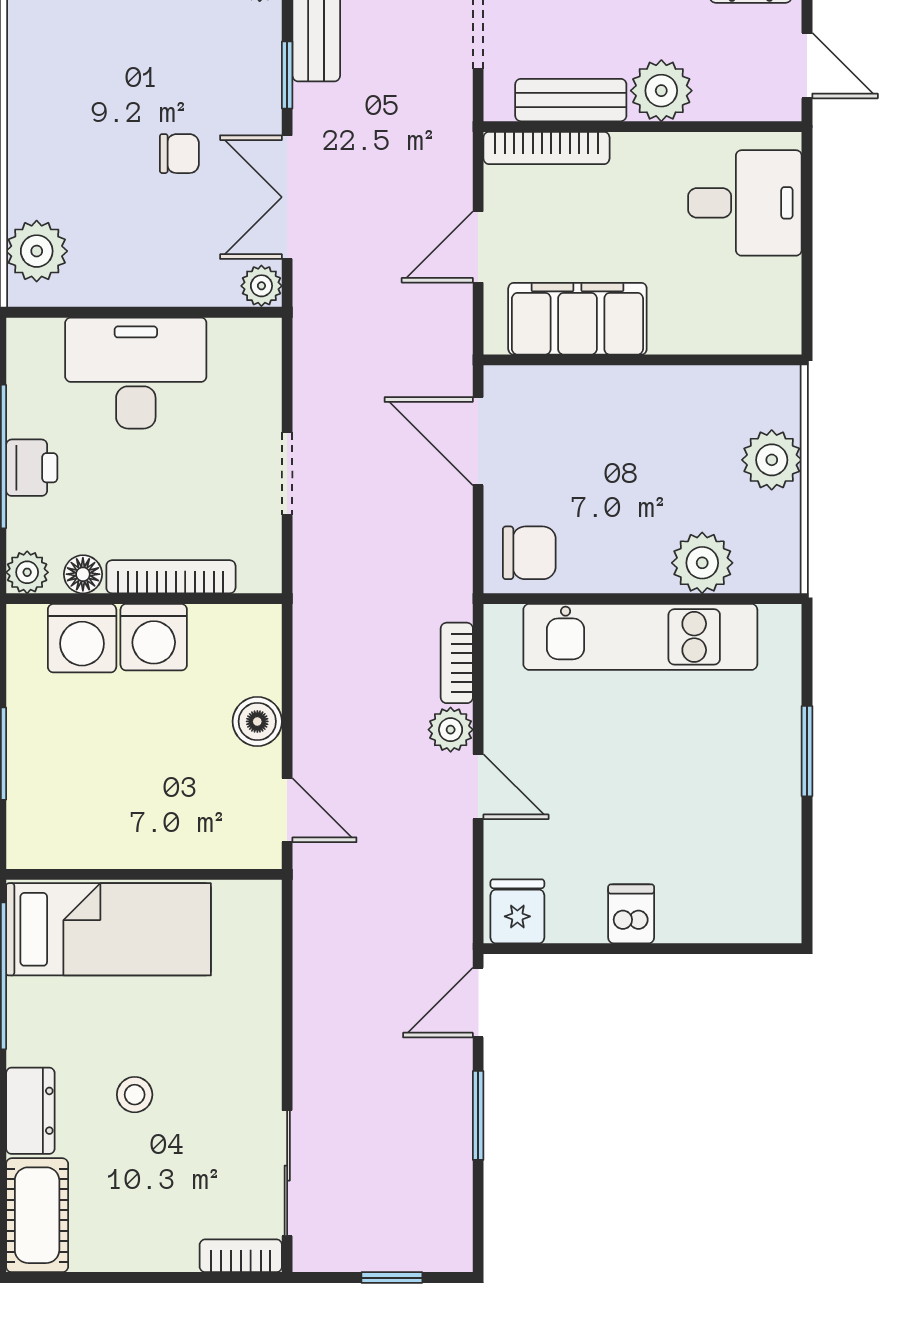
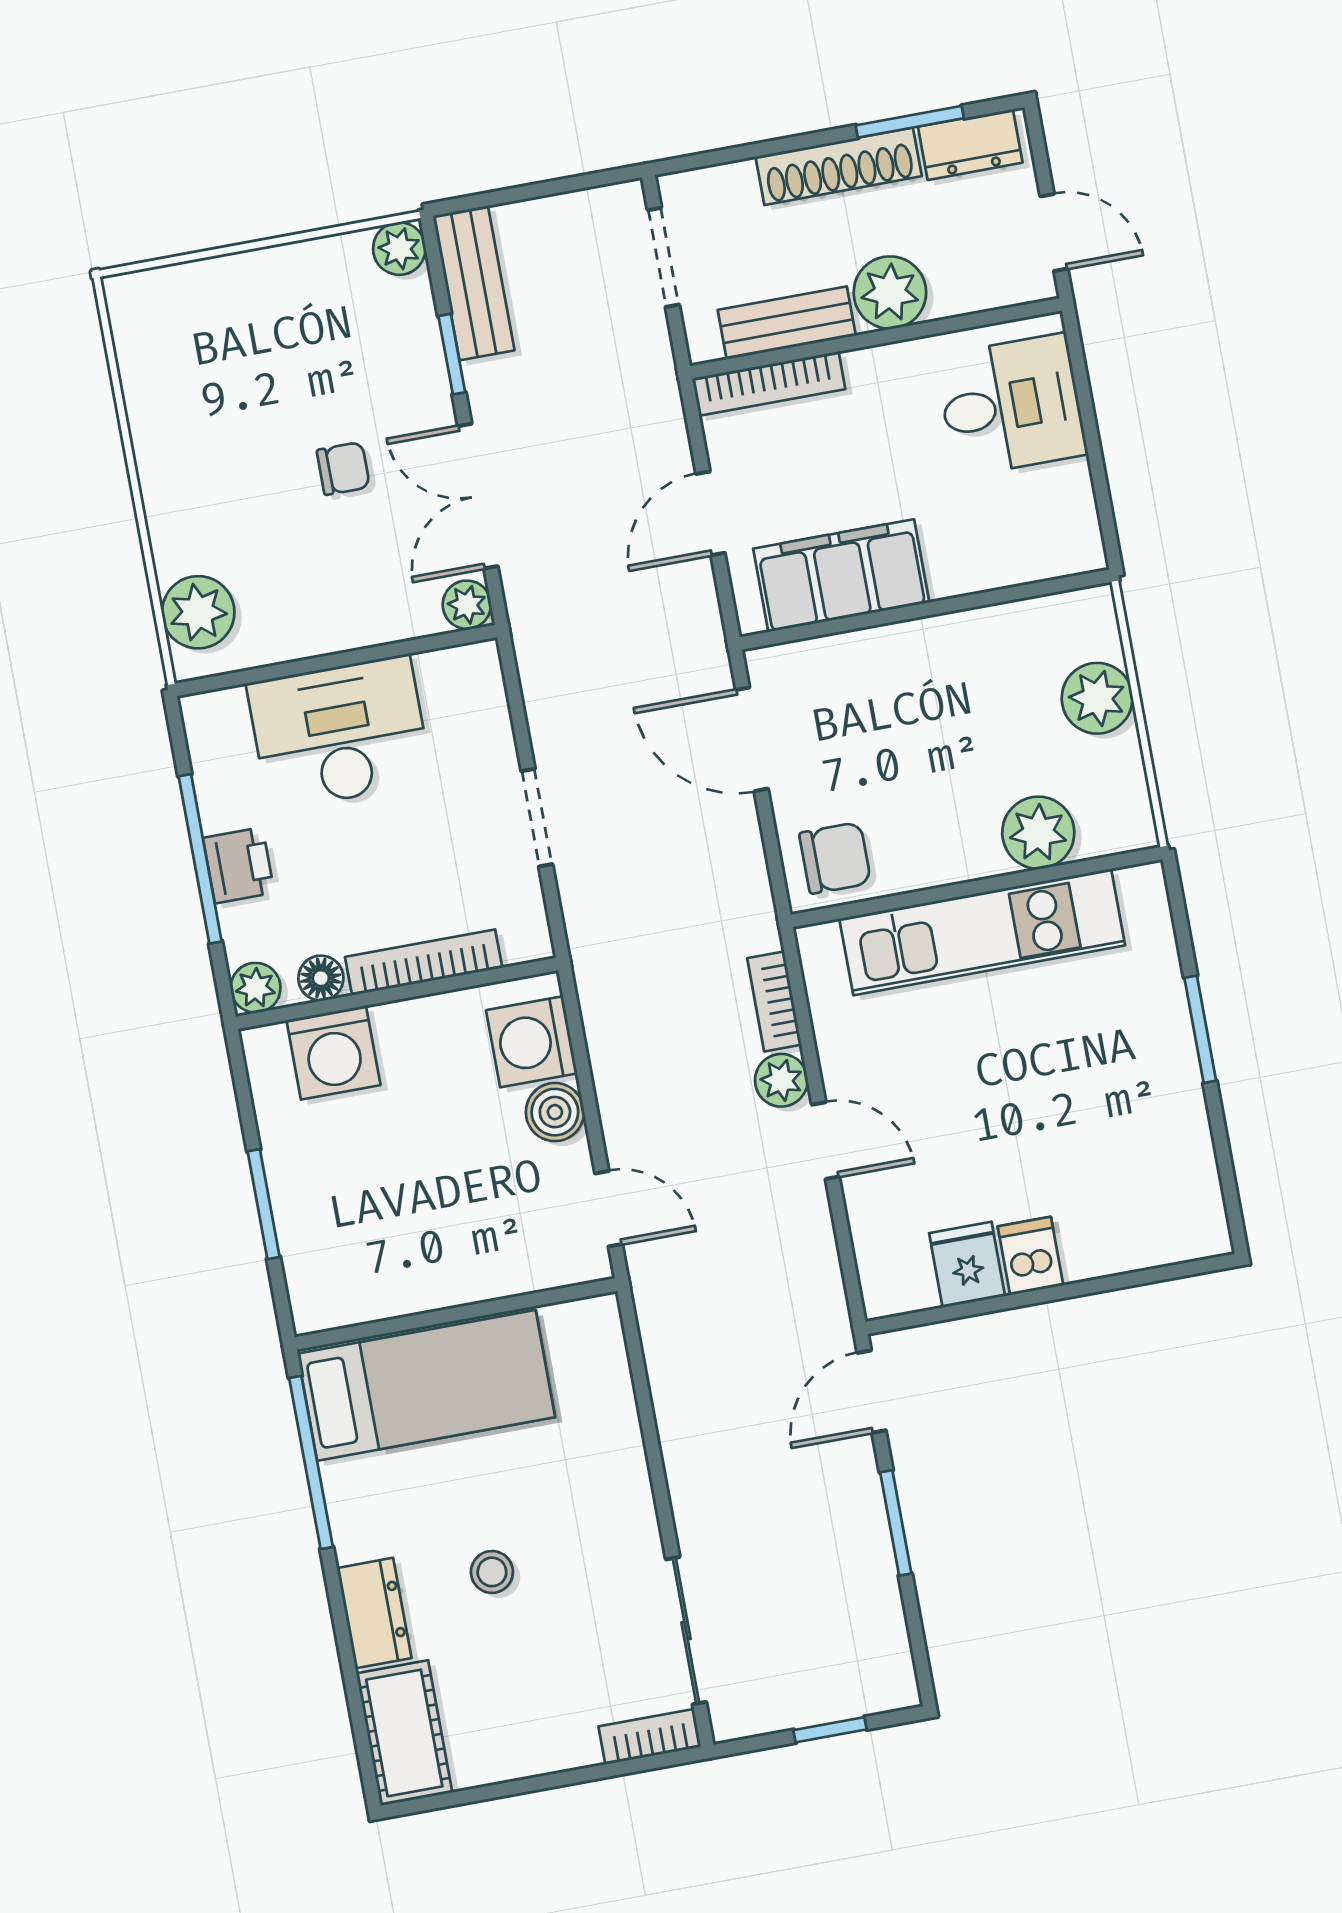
washing machine: (154, 637) -> (532, 1042), moved, turned 90
fridge: (517, 911) -> (967, 1265), moved

